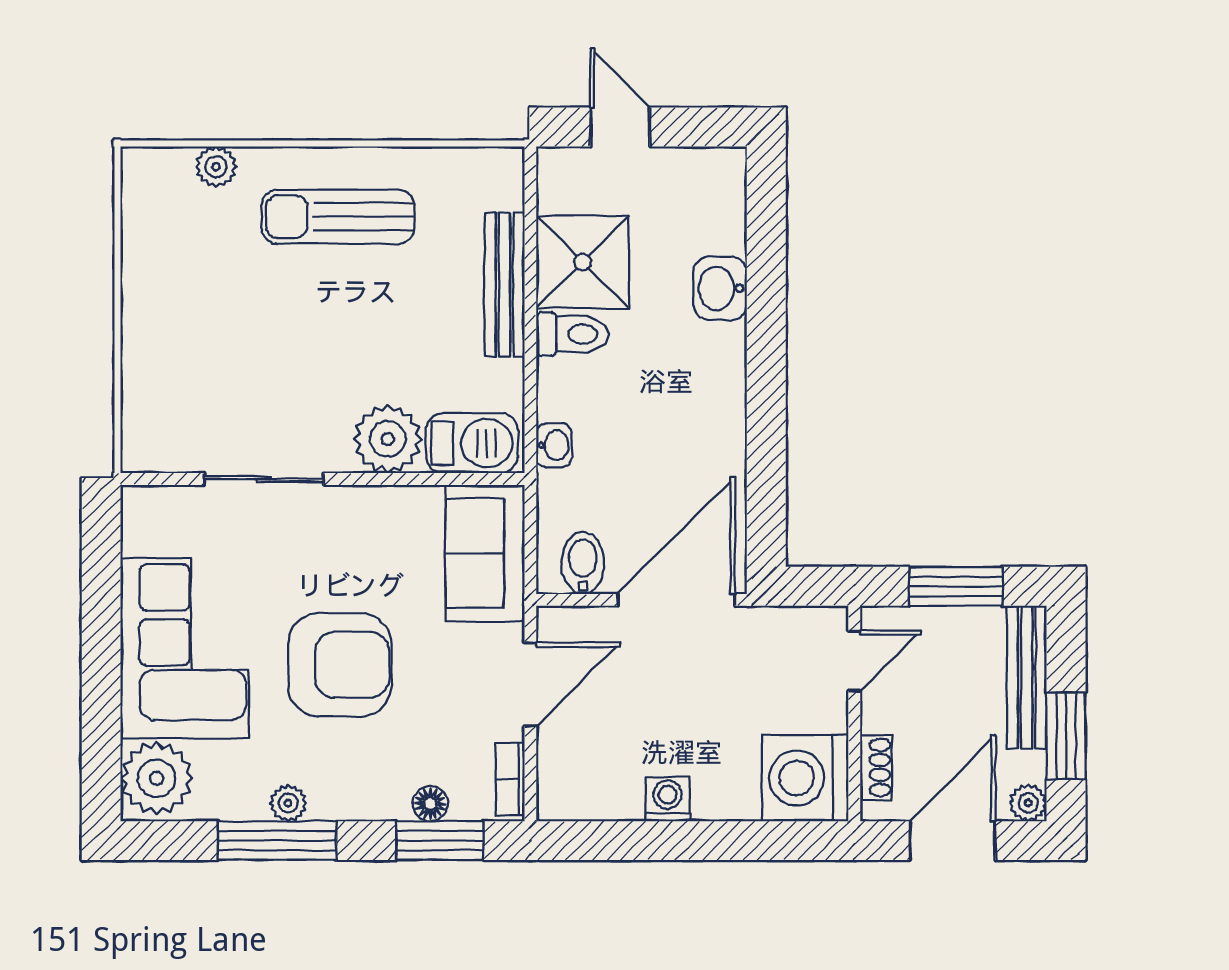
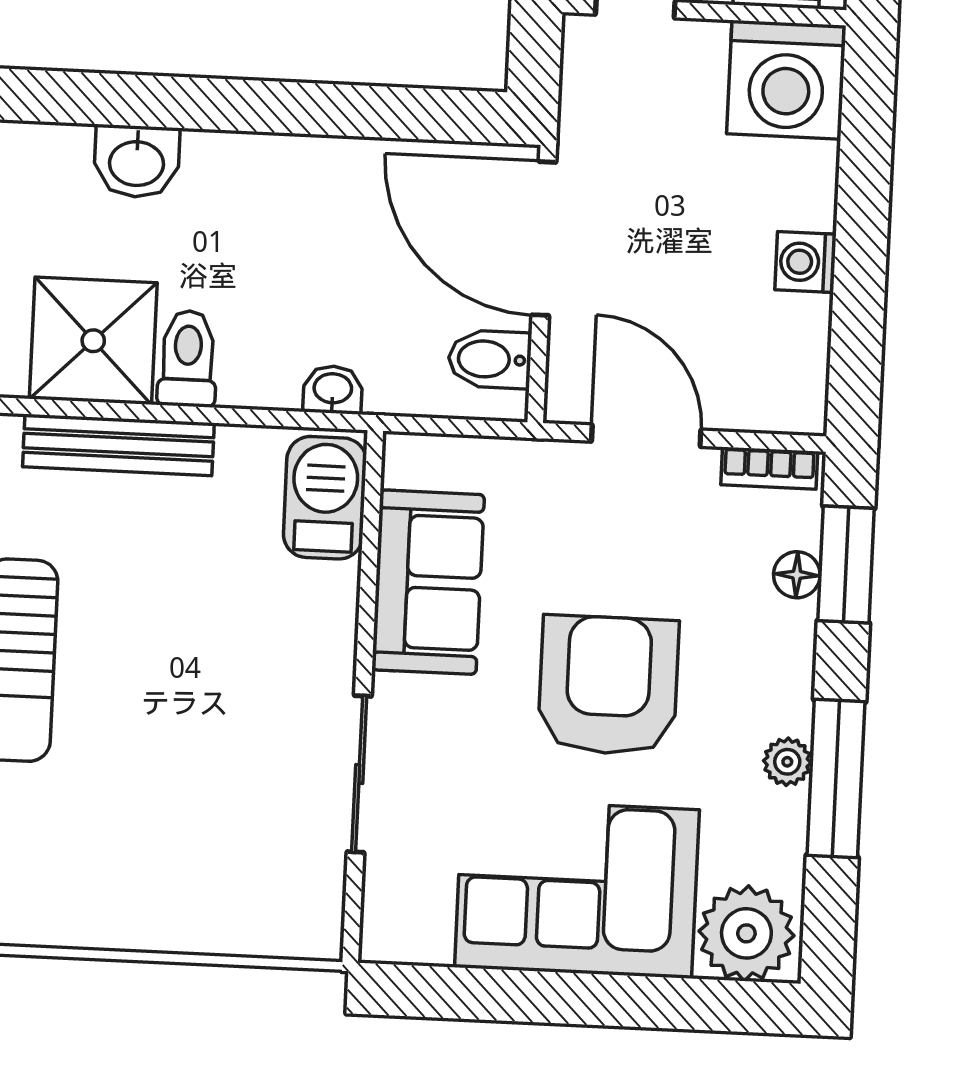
plant: (388, 439) -> (314, 608), removed
sofa: (485, 553) -> (428, 582), moved, turned -90

